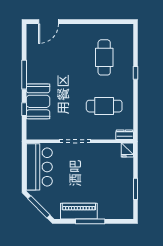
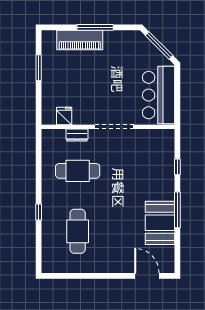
door: (49, 22) -> (147, 276), hinge flipped
booth: (38, 101) -> (160, 223), moved
dresser: (125, 135) -> (77, 135), moved
fridge: (127, 150) -> (64, 116), moved
piano: (79, 211) -> (80, 40), moved

